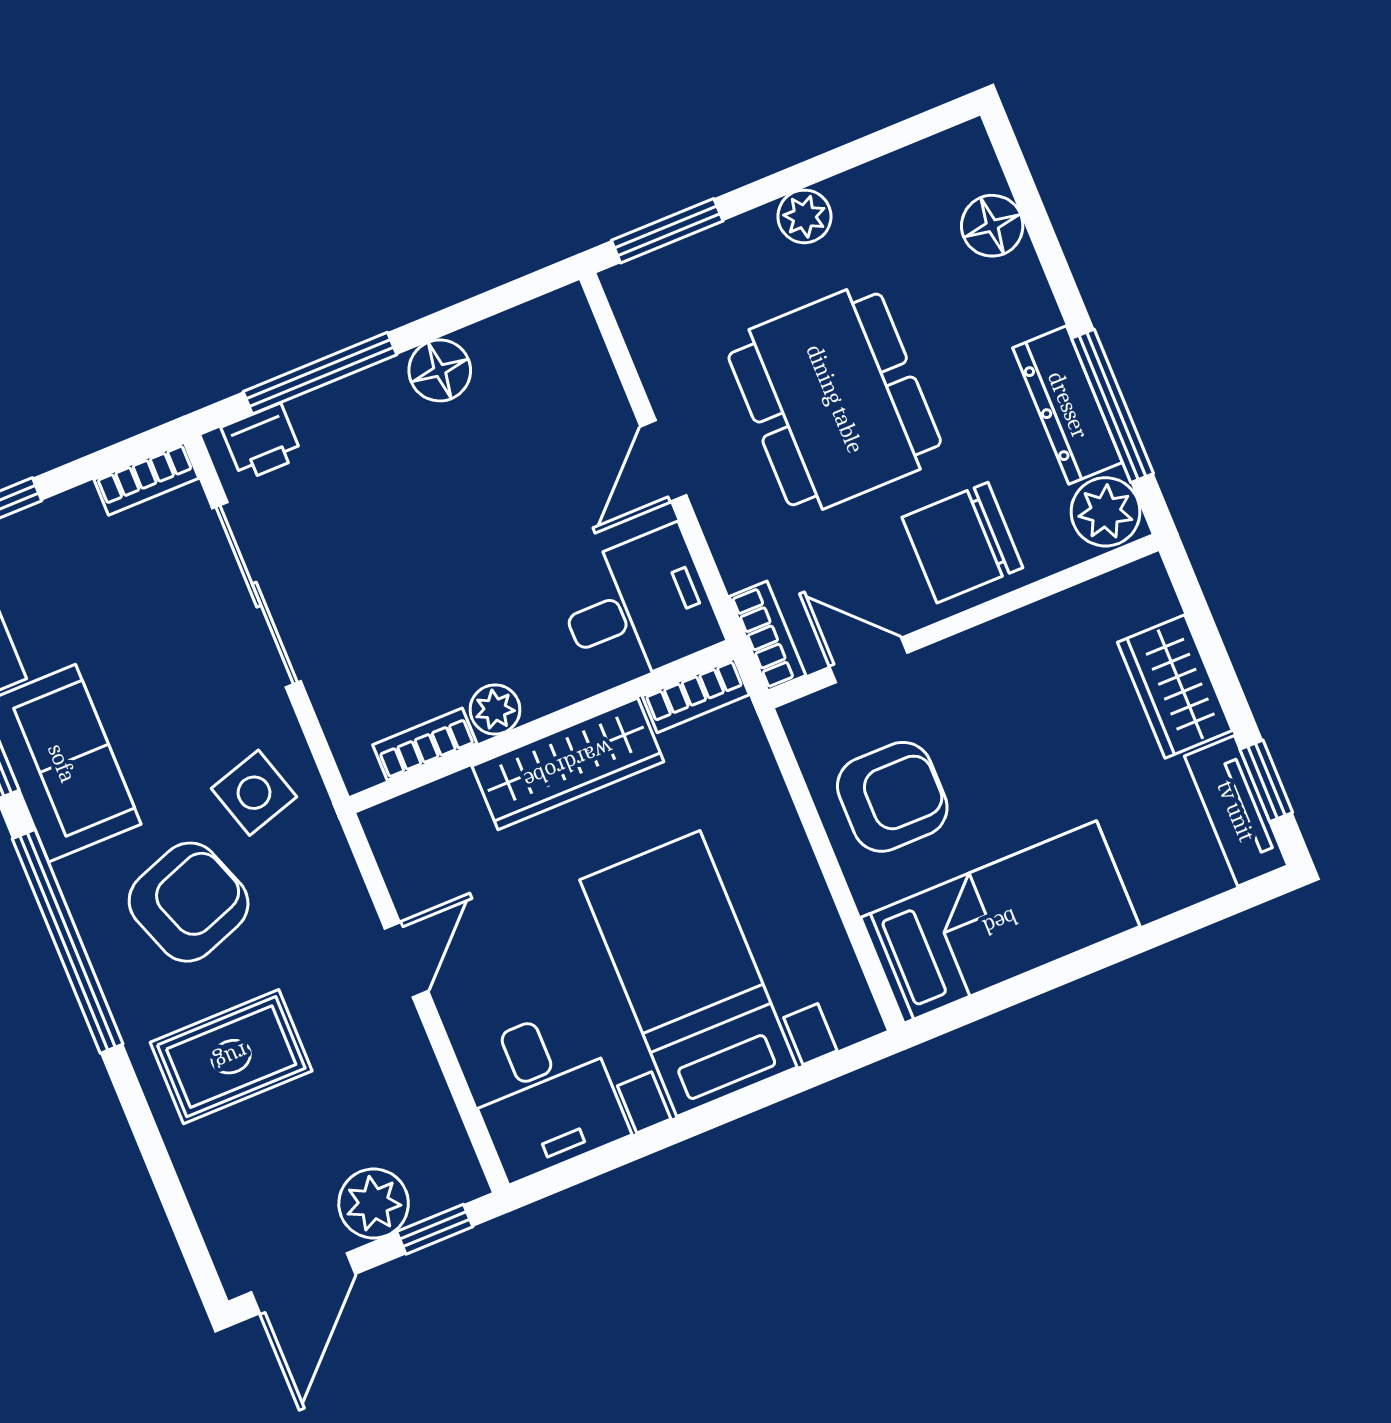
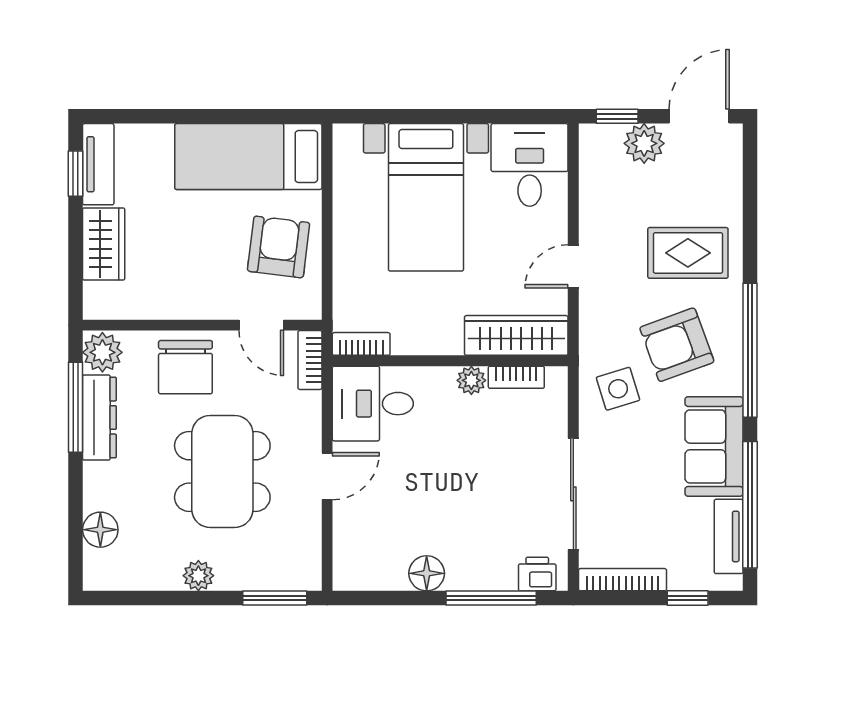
bookcase: (146, 479) -> (623, 580), width x1.56
chair: (962, 543) -> (185, 367), turned 90
wardrobe: (568, 764) -> (516, 335), moved
armchair: (892, 797) -> (279, 247), turned 97

